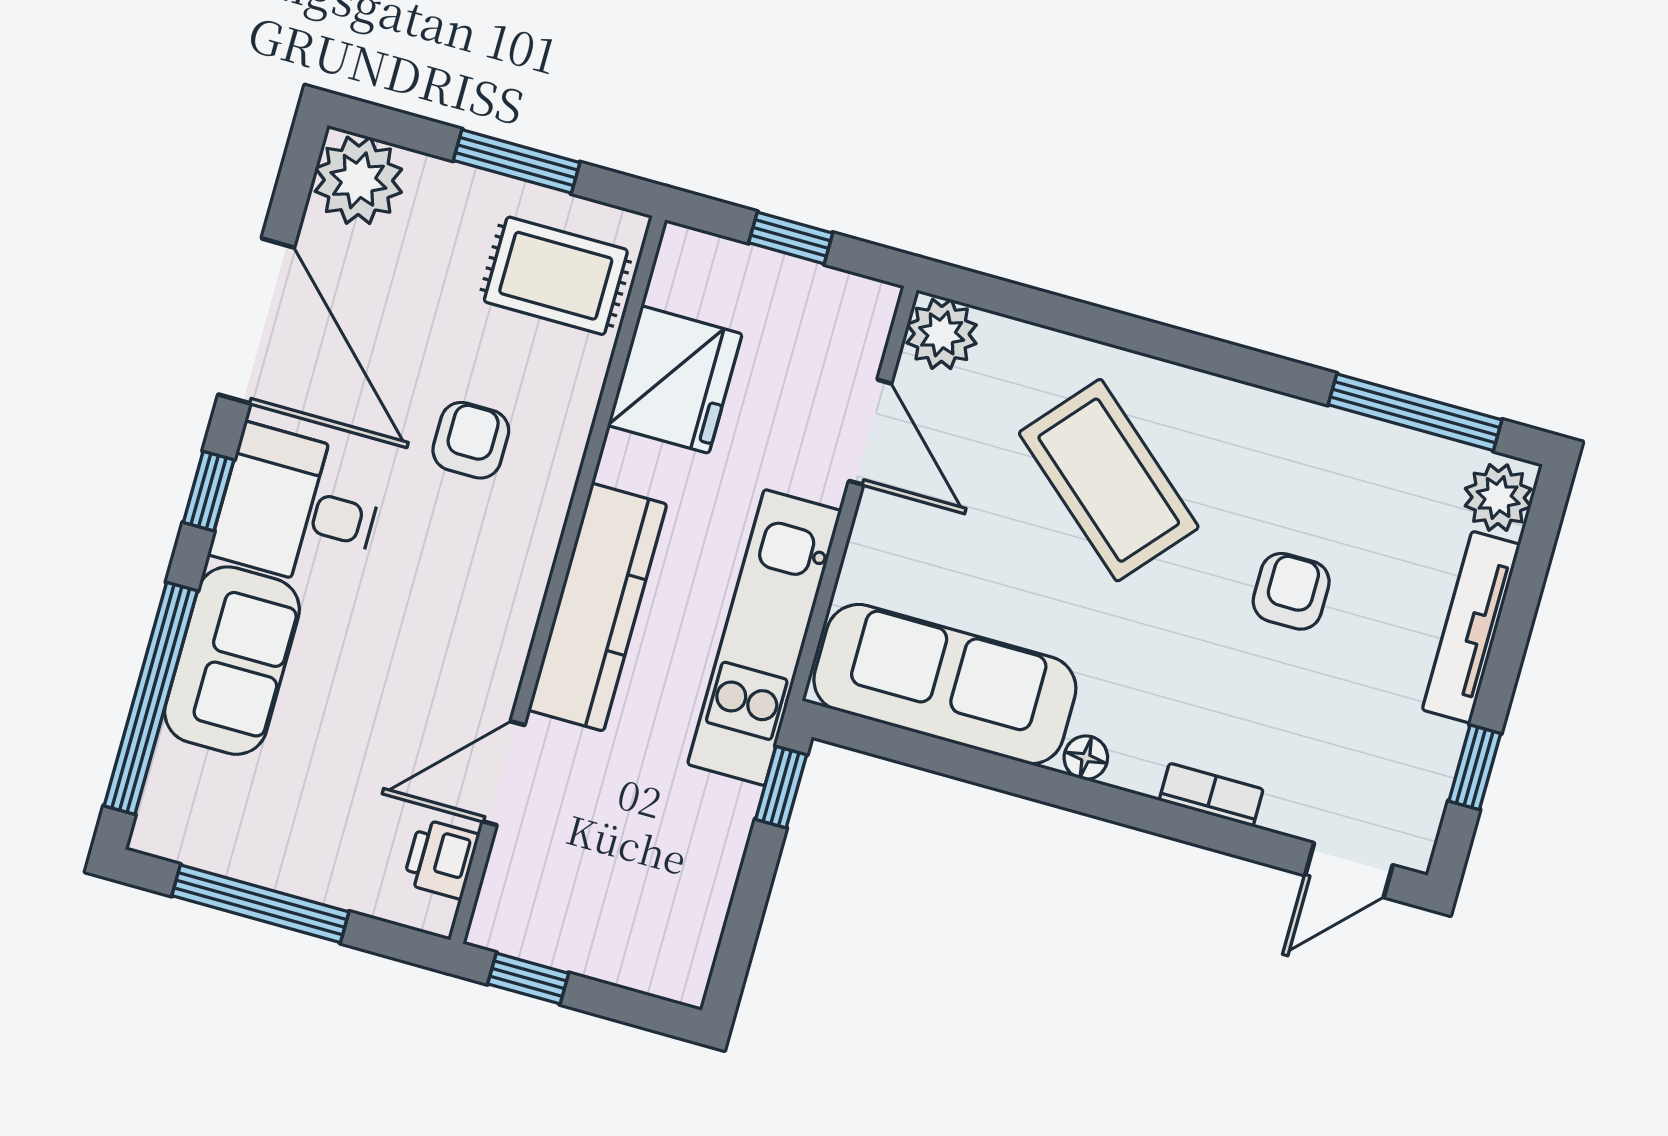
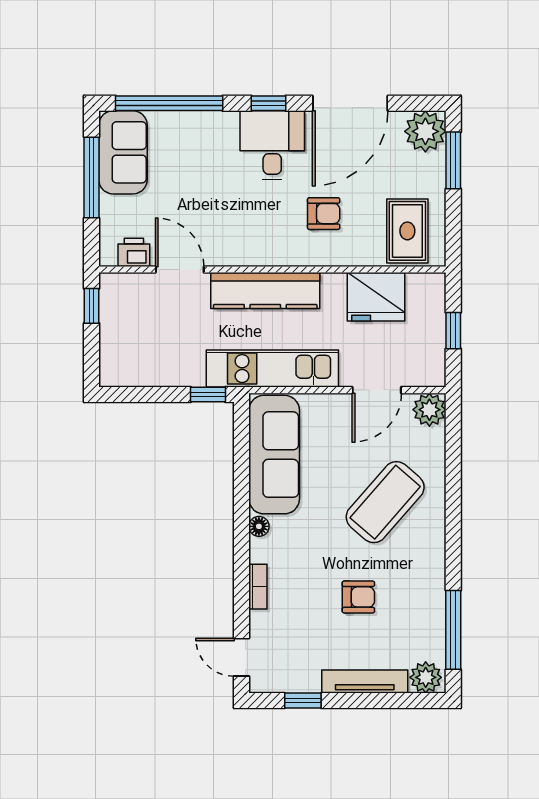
window: (517, 161) -> (453, 160), moved
sofa: (232, 661) -> (123, 152), moved, turned -90

